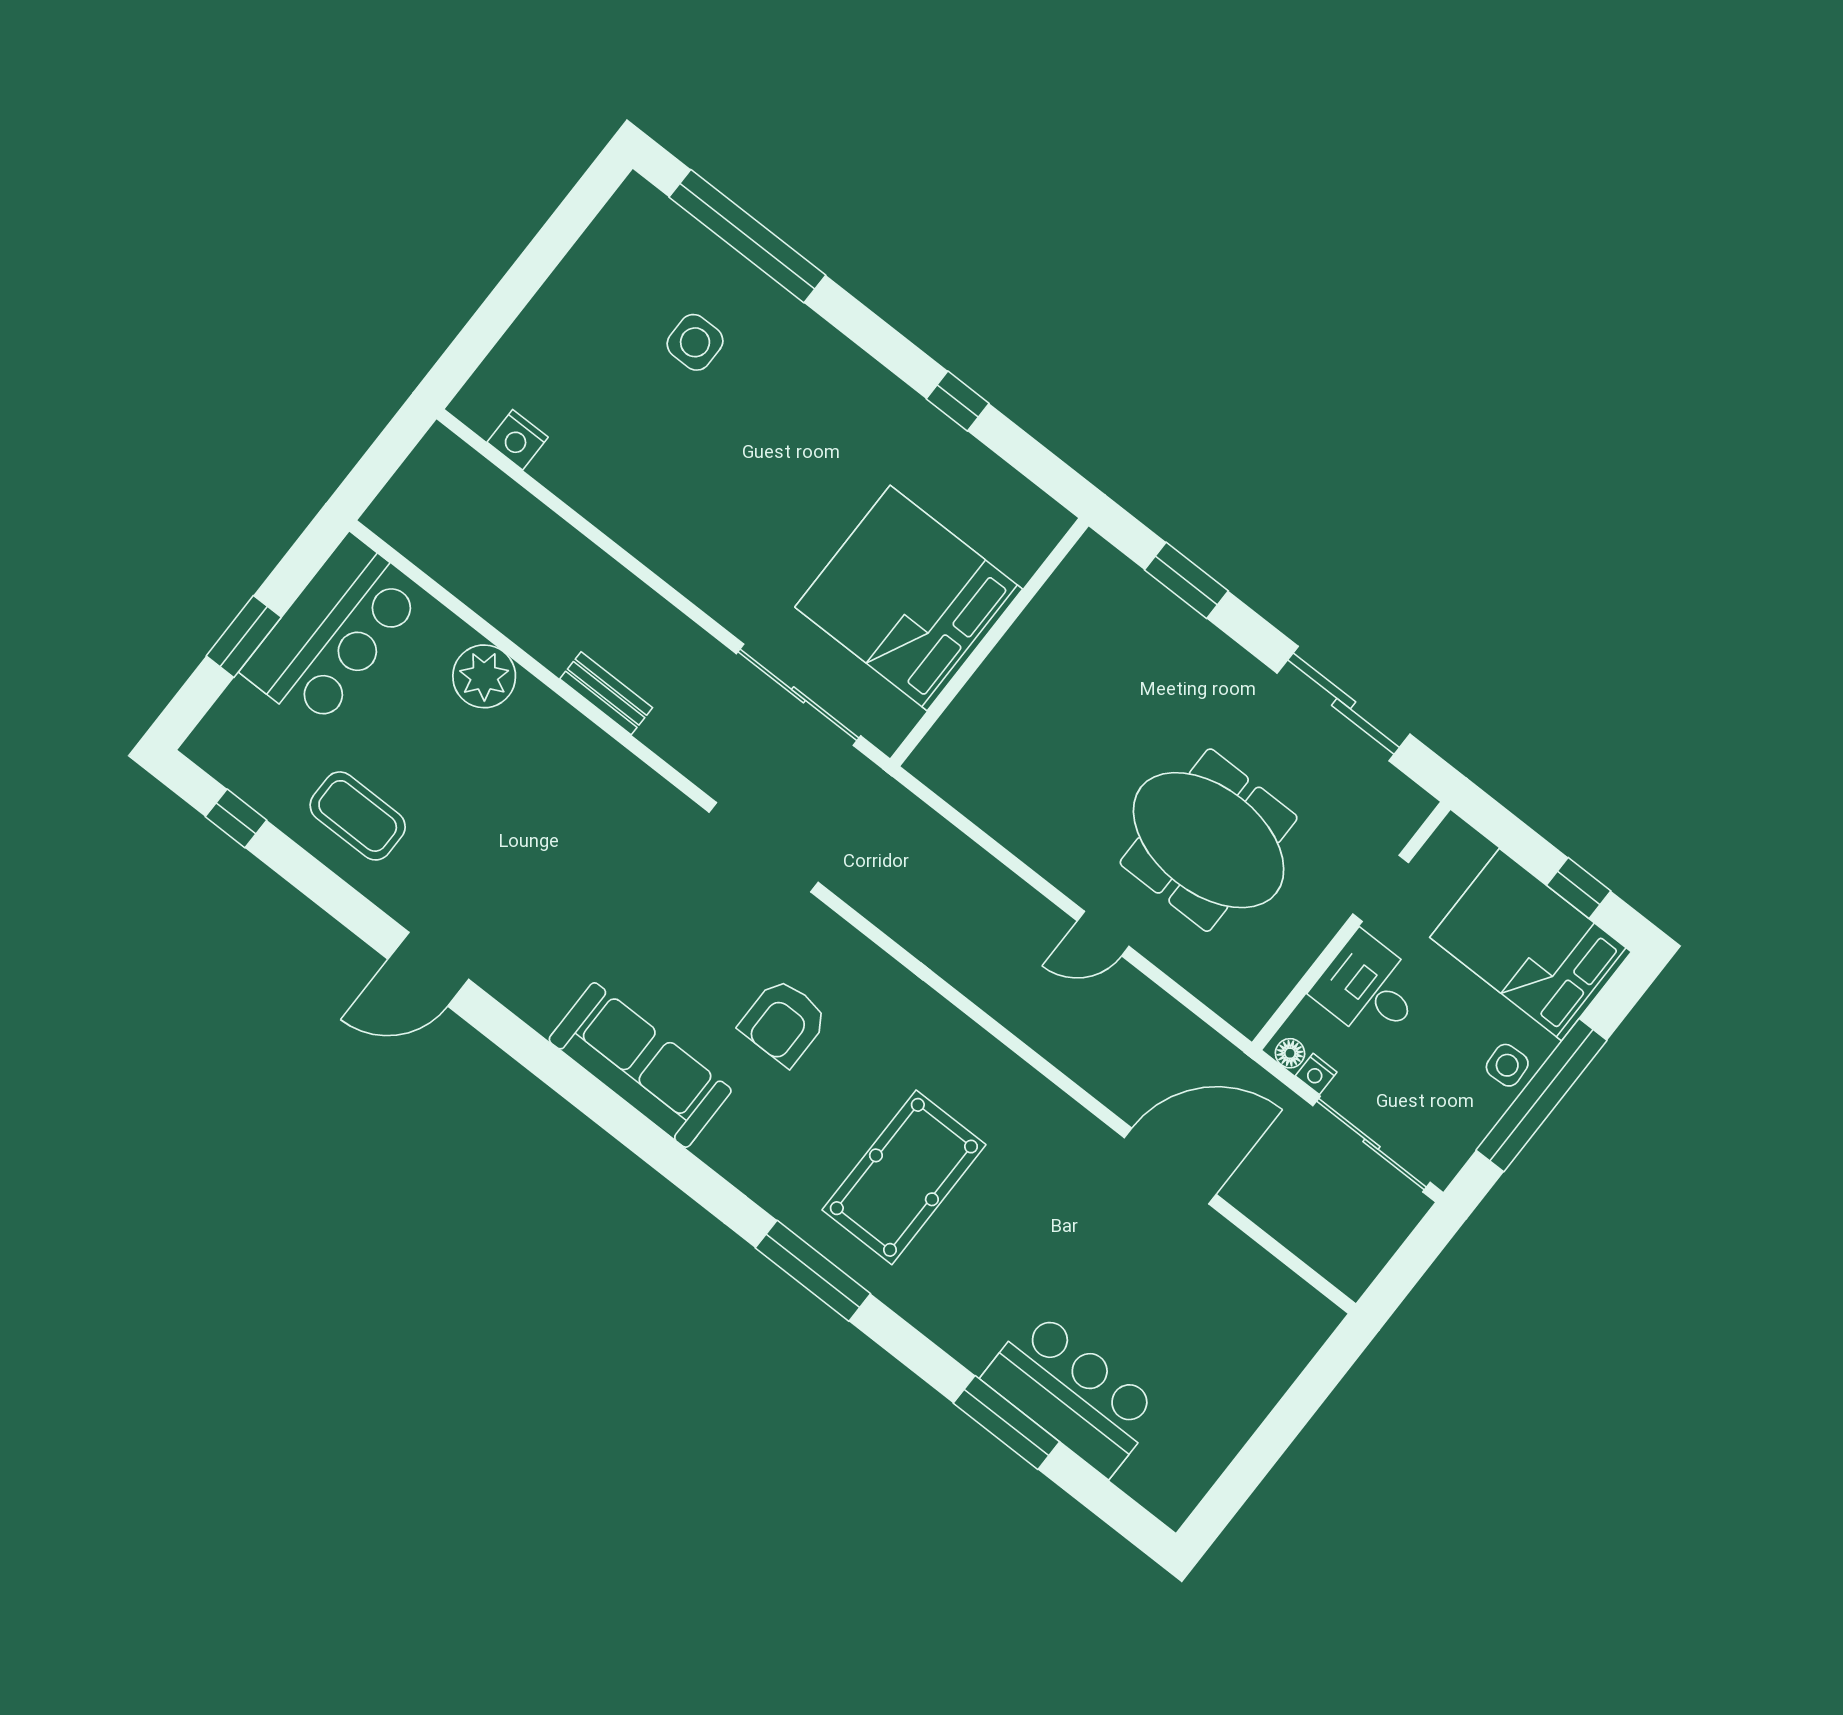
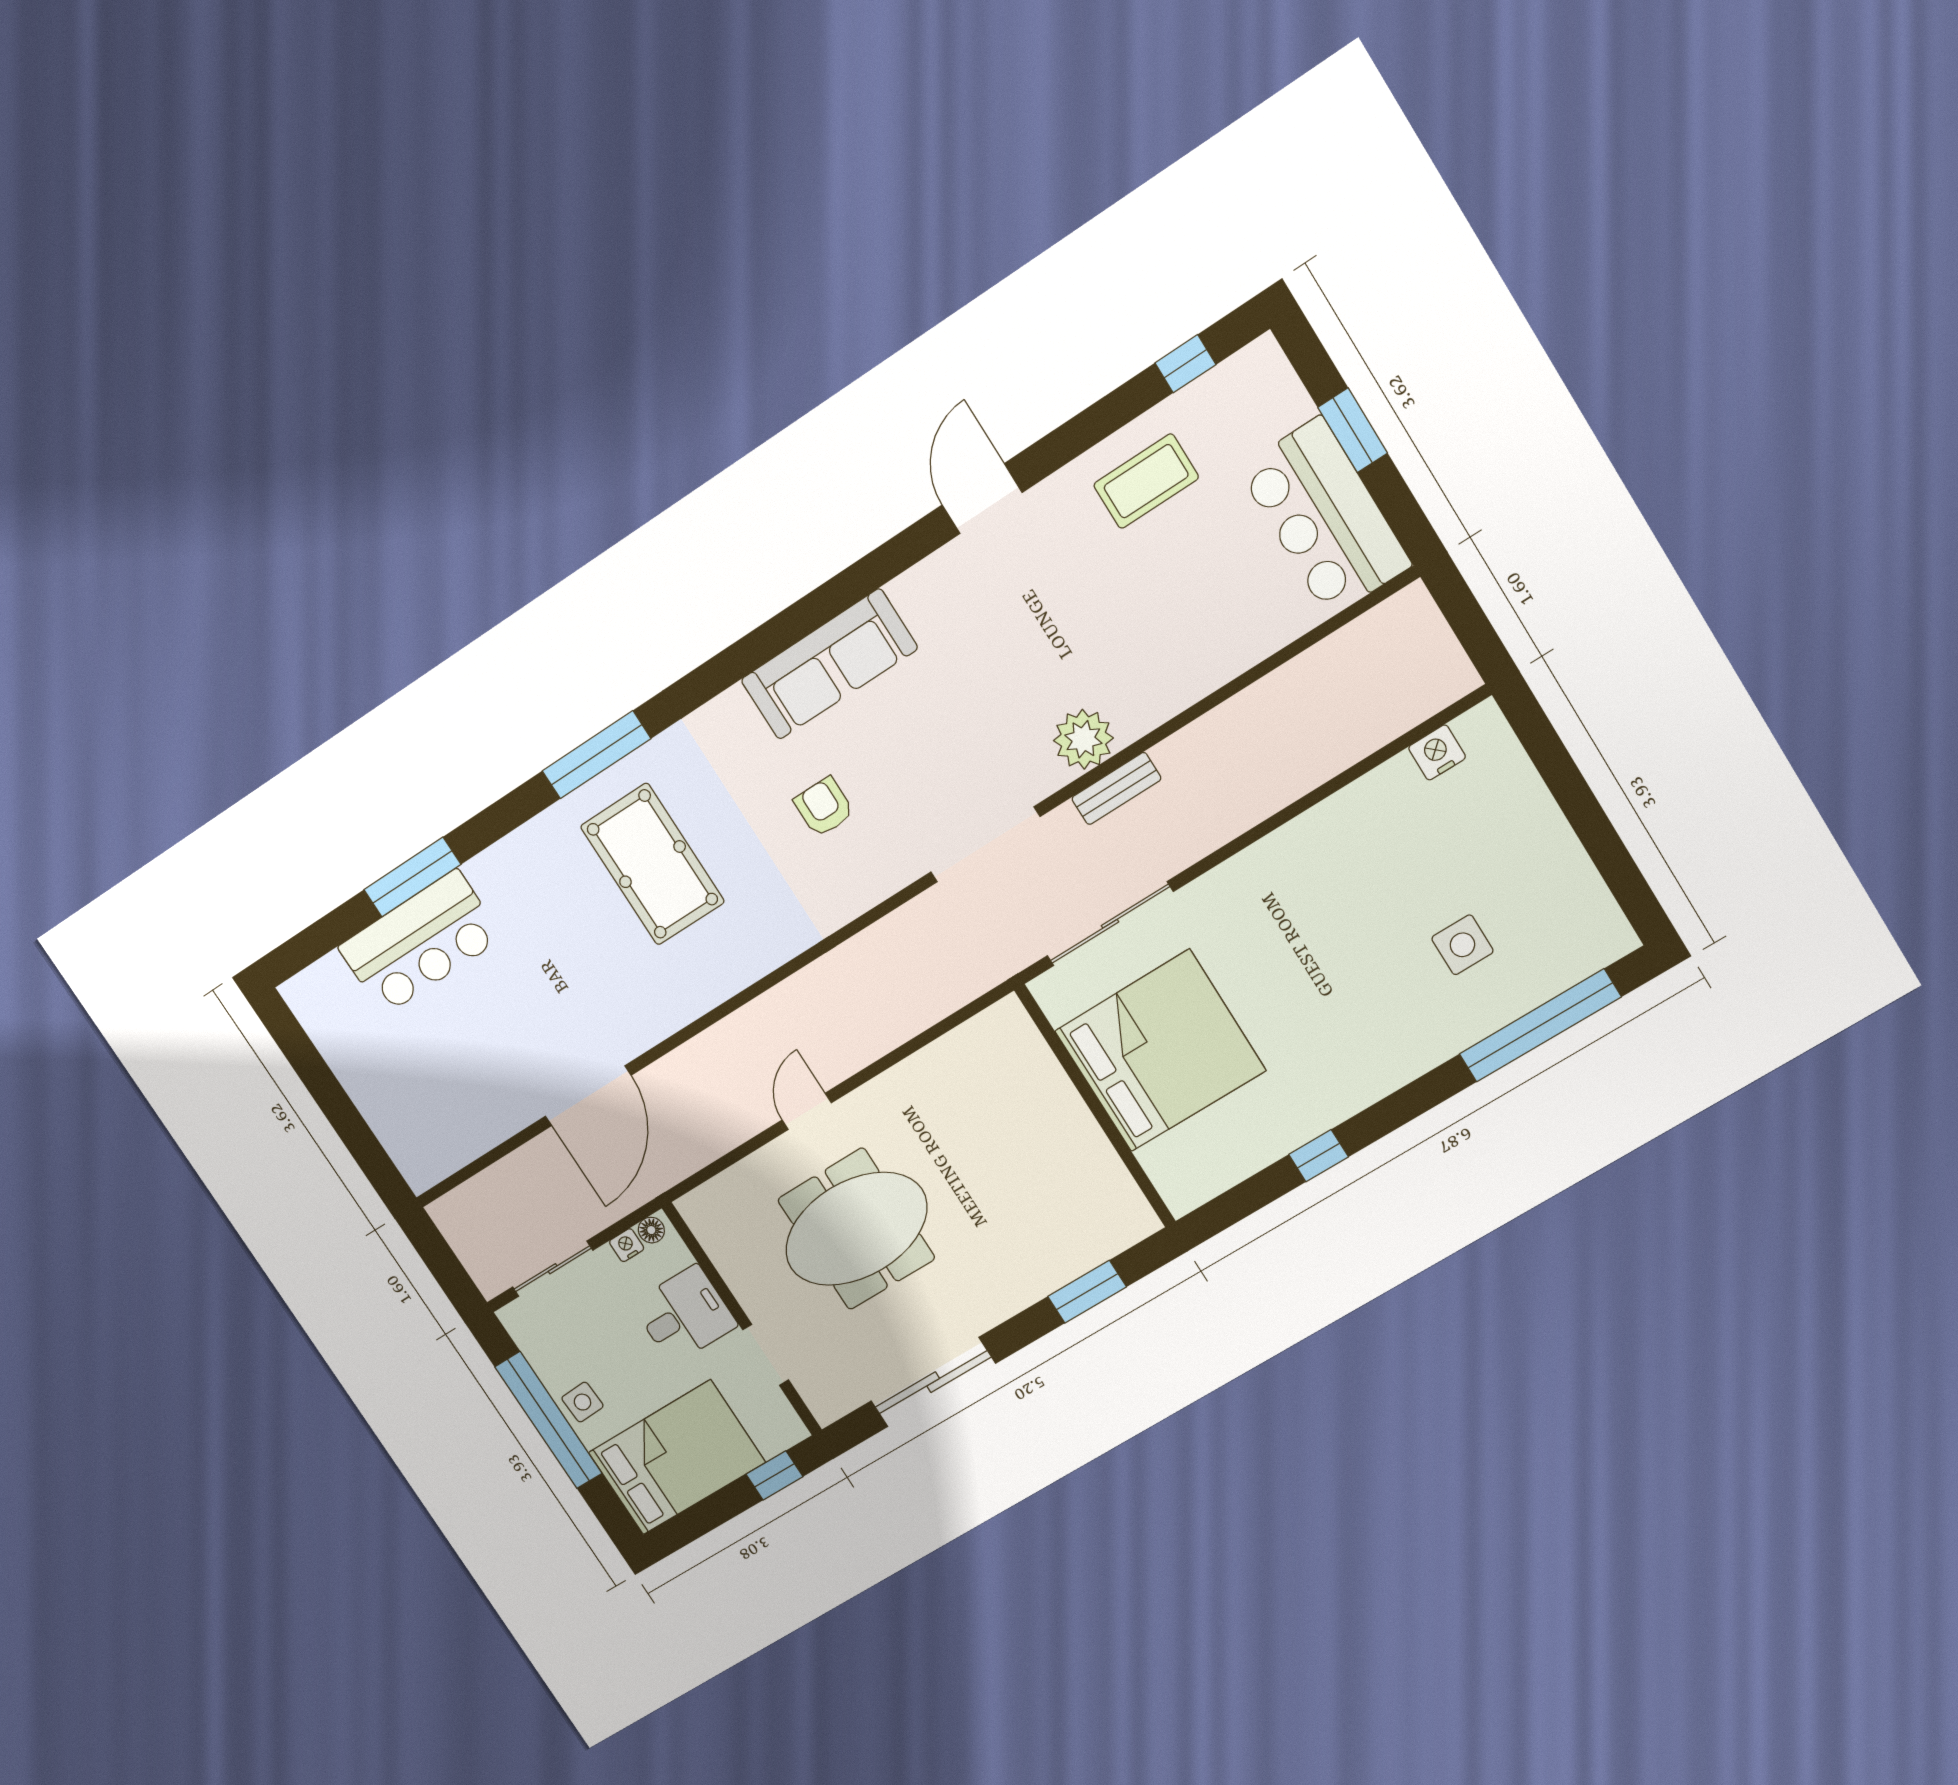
plant: (484, 676) -> (1083, 739), moved
bench: (606, 693) -> (1116, 789), moved
window: (1579, 888) -> (774, 1475), moved
armchair: (784, 1022) -> (824, 807), width x0.72, depth x0.72
sliding door: (1371, 1144) -> (553, 1269), width x0.73

